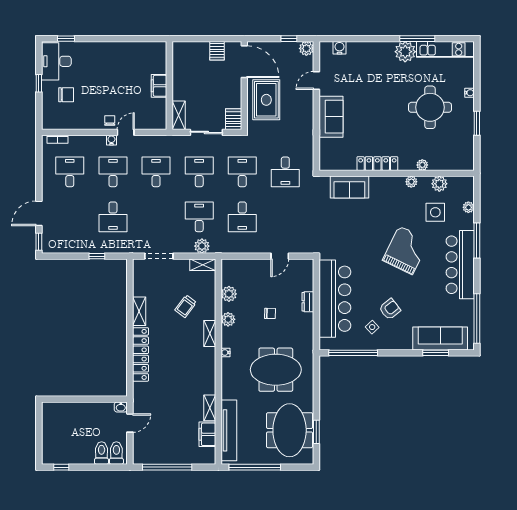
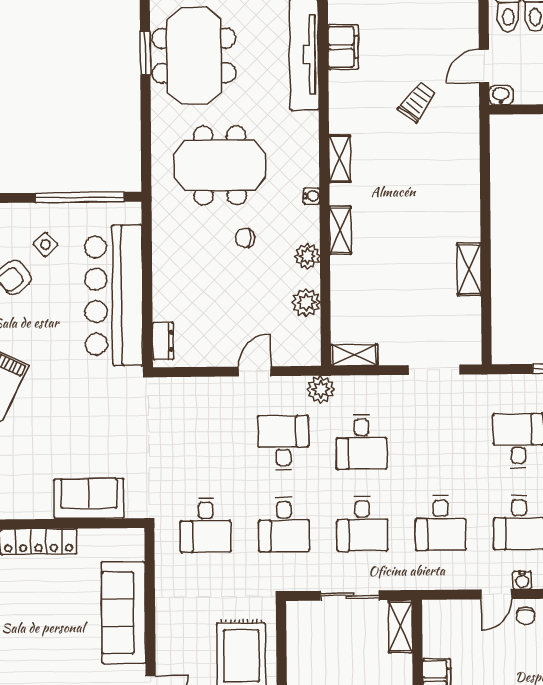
sofa: (331, 117) -> (123, 613), width x1.36
server rack: (234, 119) -> (301, 620), removed
desk: (285, 172) -> (206, 525), turned 180
plant: (202, 246) -> (321, 389), moved
door: (280, 256) -> (255, 371), moved
dresser: (308, 302) -> (163, 341), moved
trolley: (186, 306) -> (417, 102), moved
chair: (270, 313) -> (245, 238), moved
locker: (141, 354) -> (466, 191), removed
shelving: (210, 408) -> (340, 159), moved

